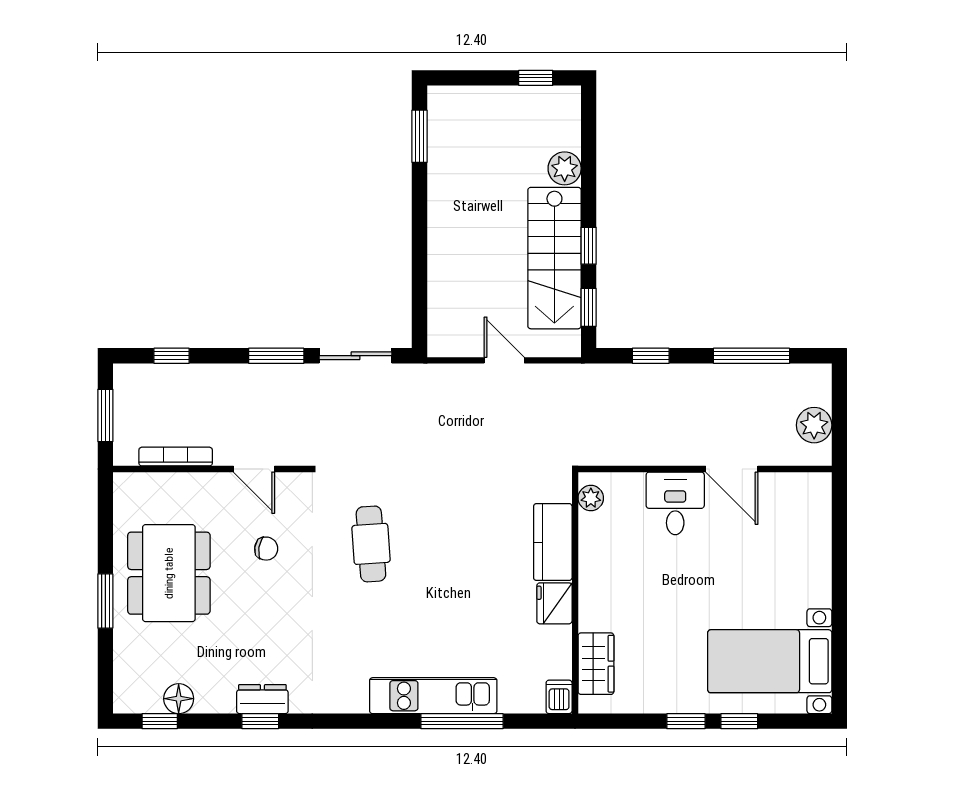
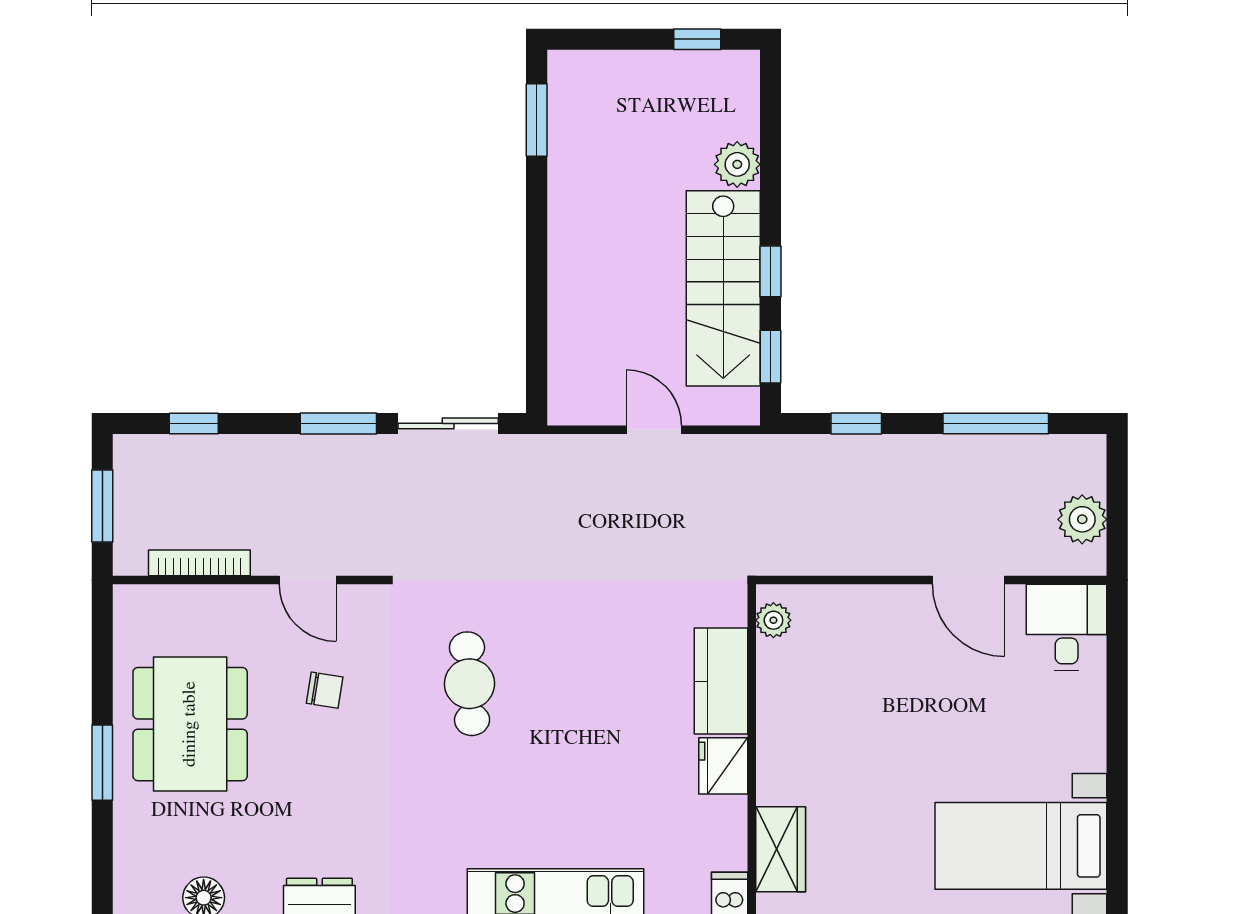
desk: (675, 503) -> (1067, 628), moved

